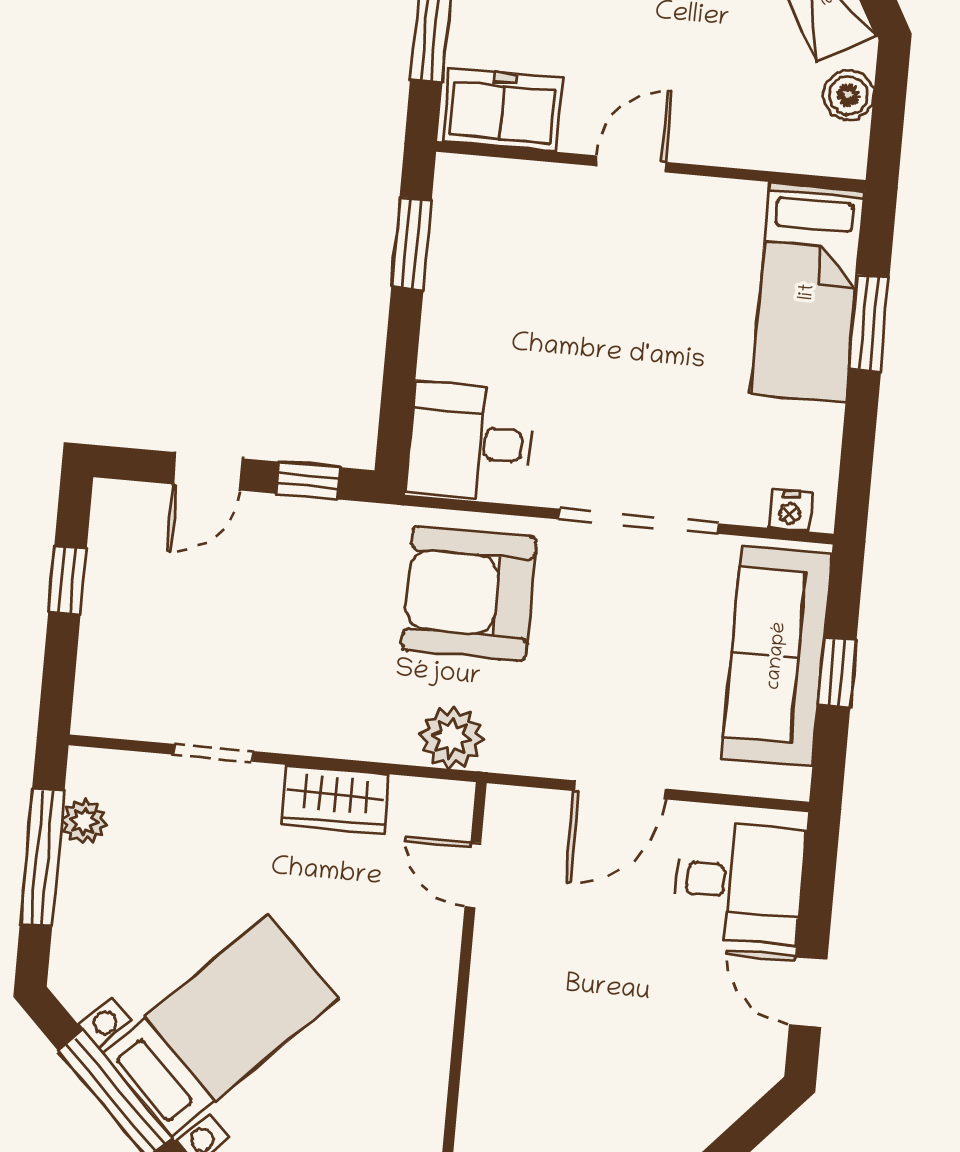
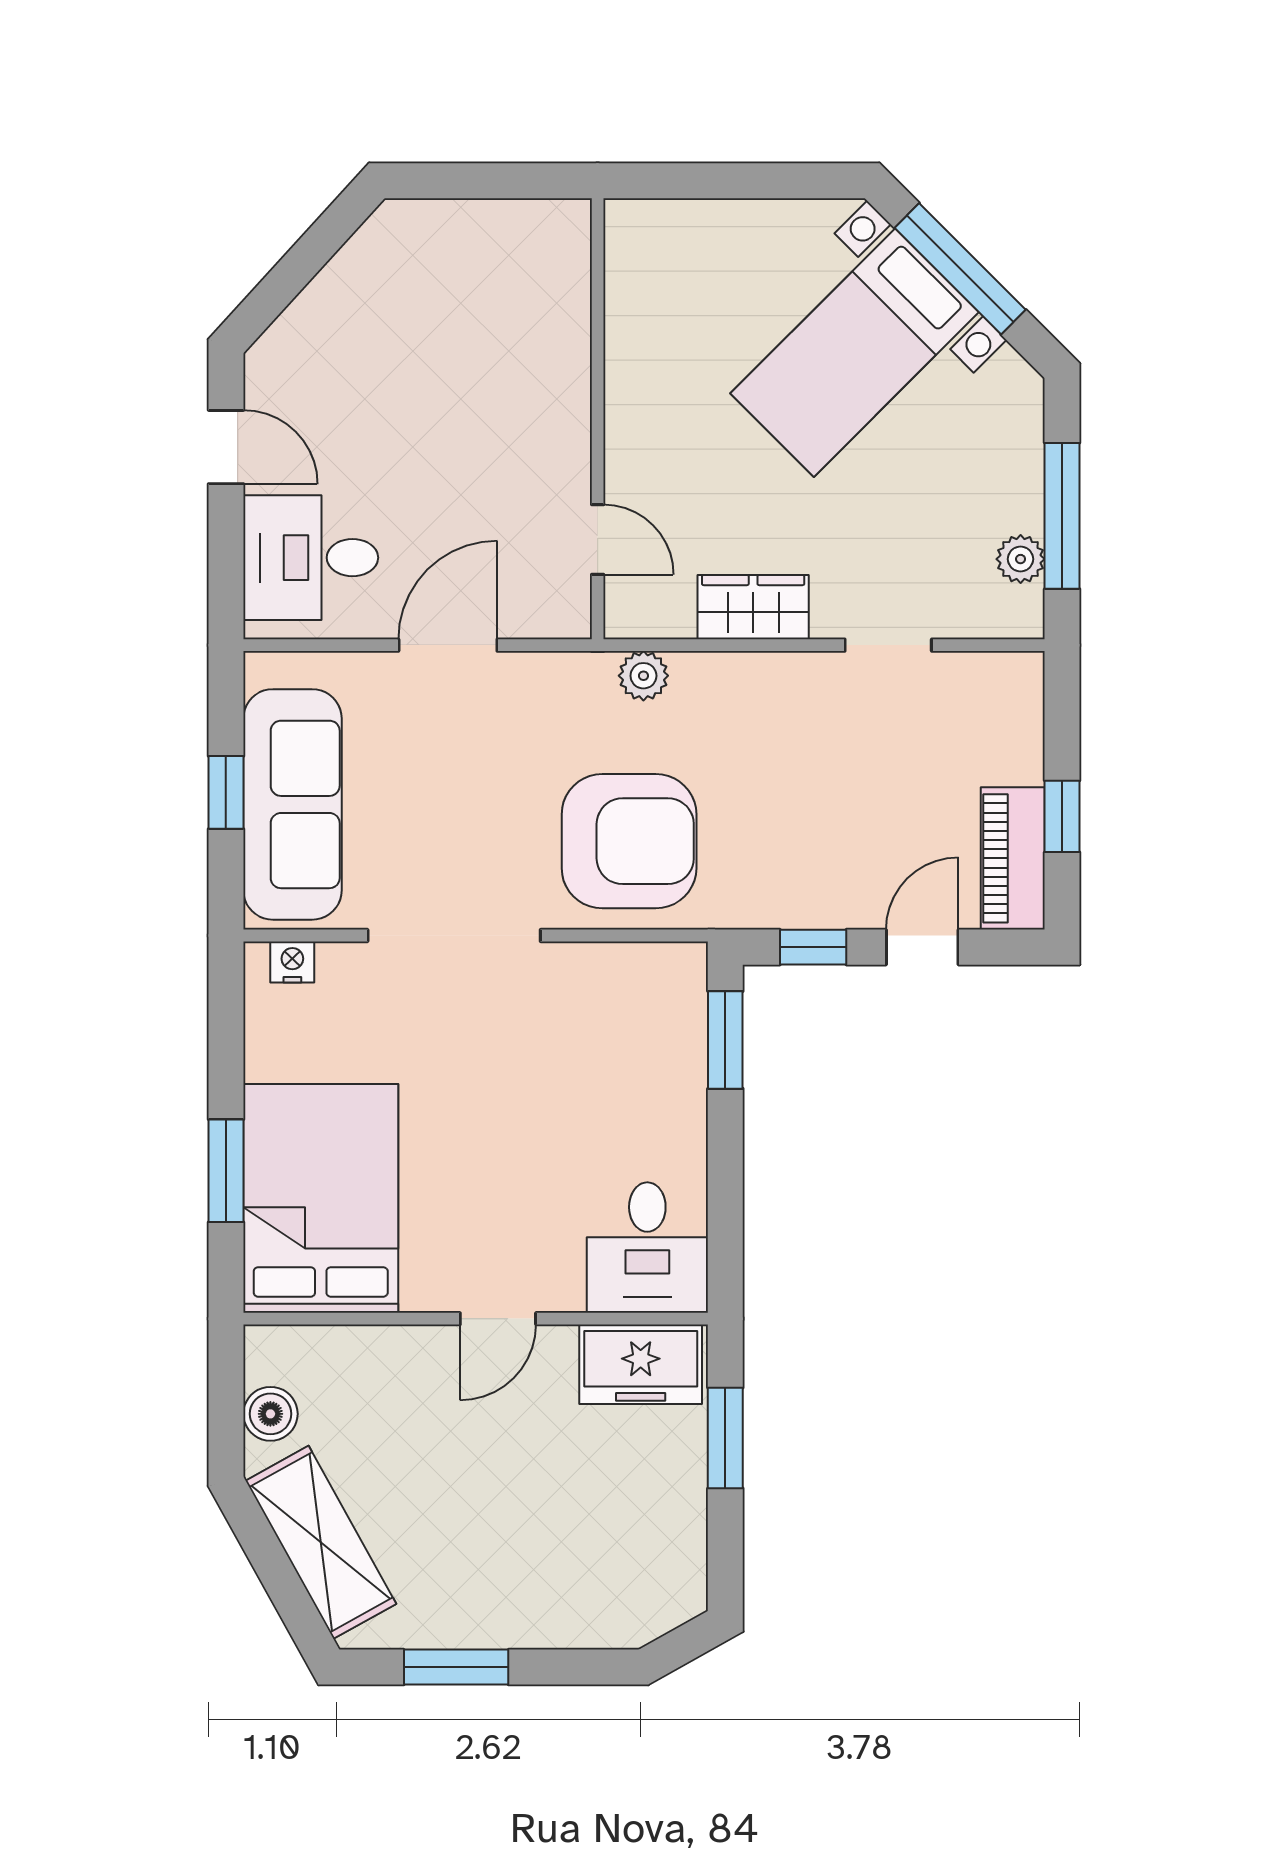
window: (412, 244) -> (725, 1040), moved
bed: (808, 292) -> (321, 1198), width x1.50
desk: (470, 442) -> (647, 1248), moved, turned 90
piano: (116, 546) -> (1013, 858), added
plant: (451, 737) -> (643, 676), width x0.73, depth x0.73

